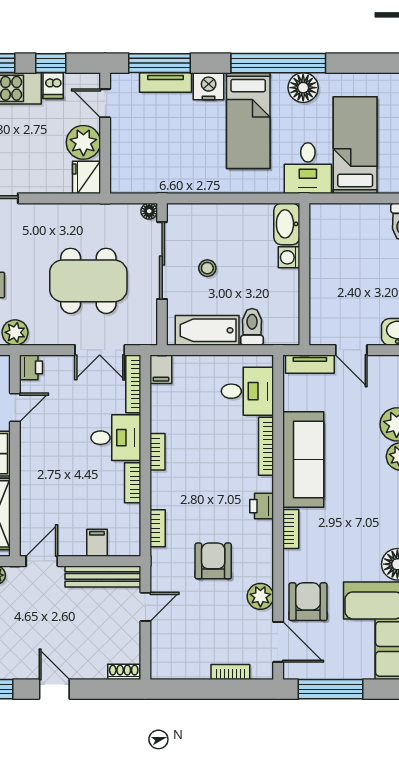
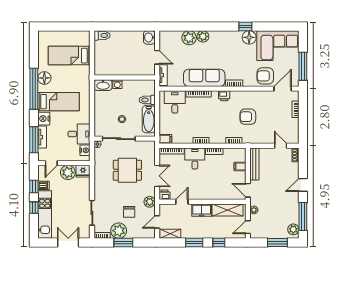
desk: (308, 168) -> (79, 134), moved
nightstand: (135, 182) -> (85, 150), added
dining table: (88, 281) -> (127, 170), width x0.73
double door: (100, 350) -> (157, 176), moved
door: (351, 350) -> (157, 57), hinge flipped
door: (15, 407) -> (182, 202), hinge flipped
plant: (260, 596) -> (263, 96), removed
door: (145, 607) -> (281, 146), moved

